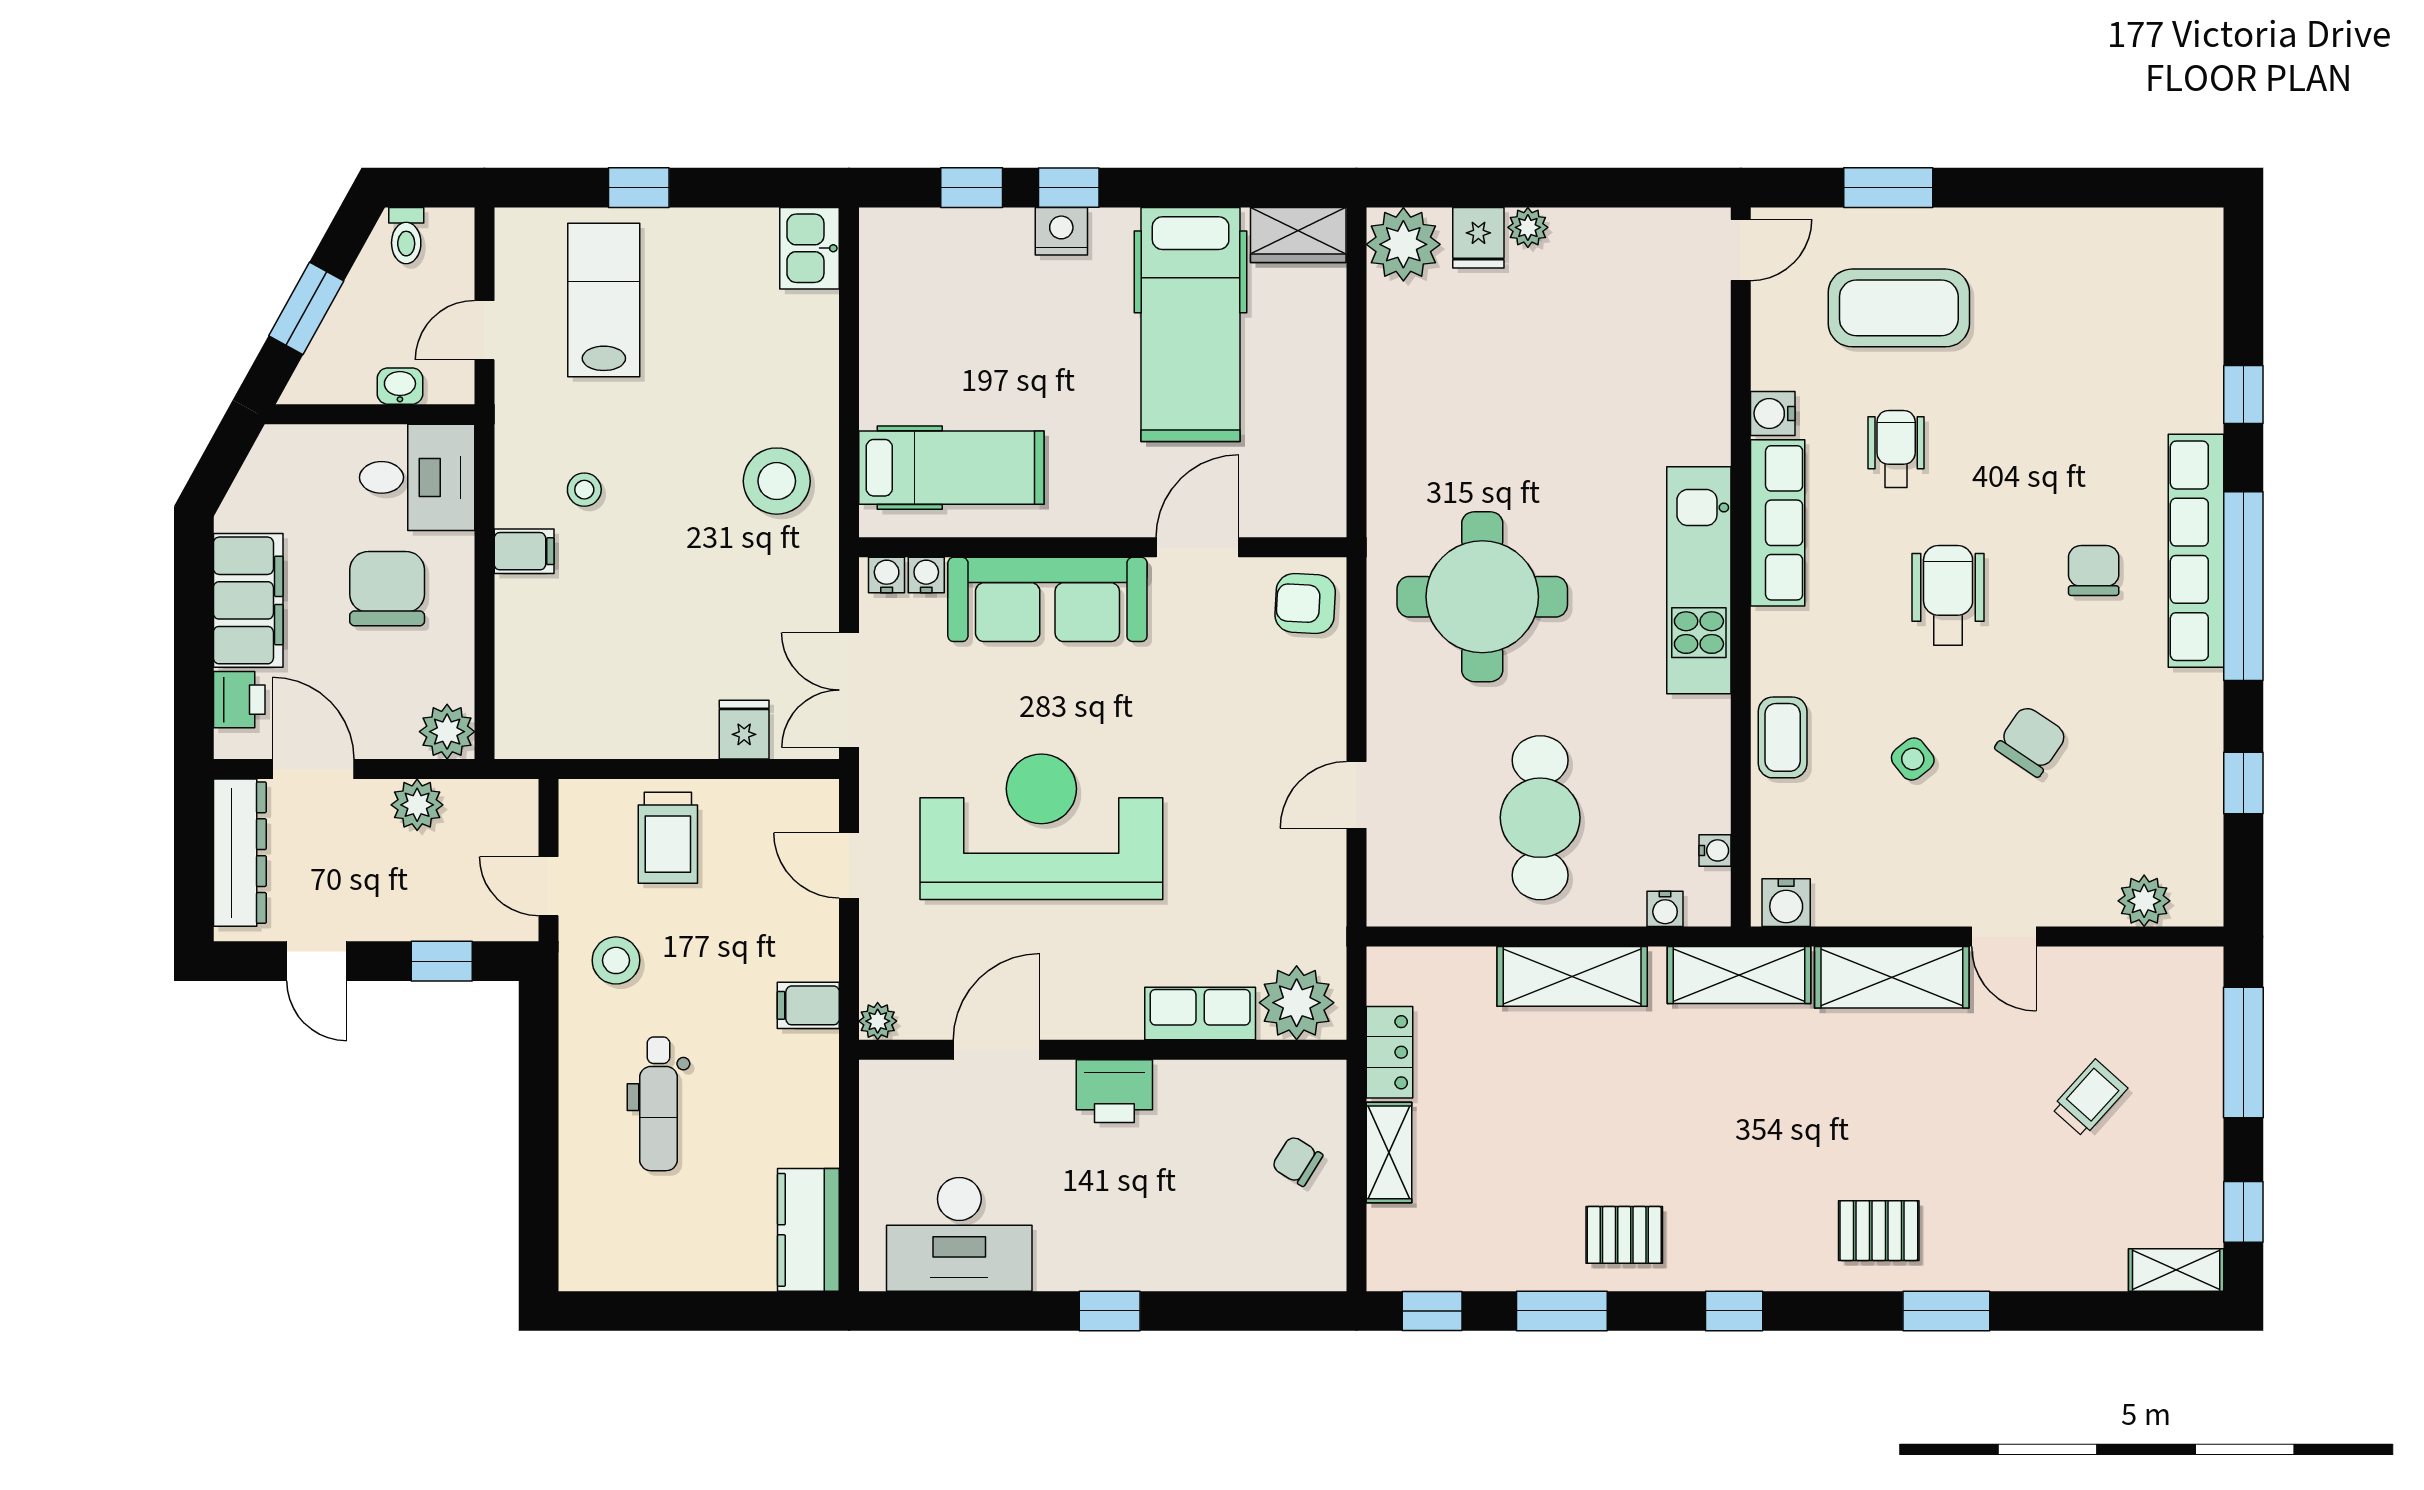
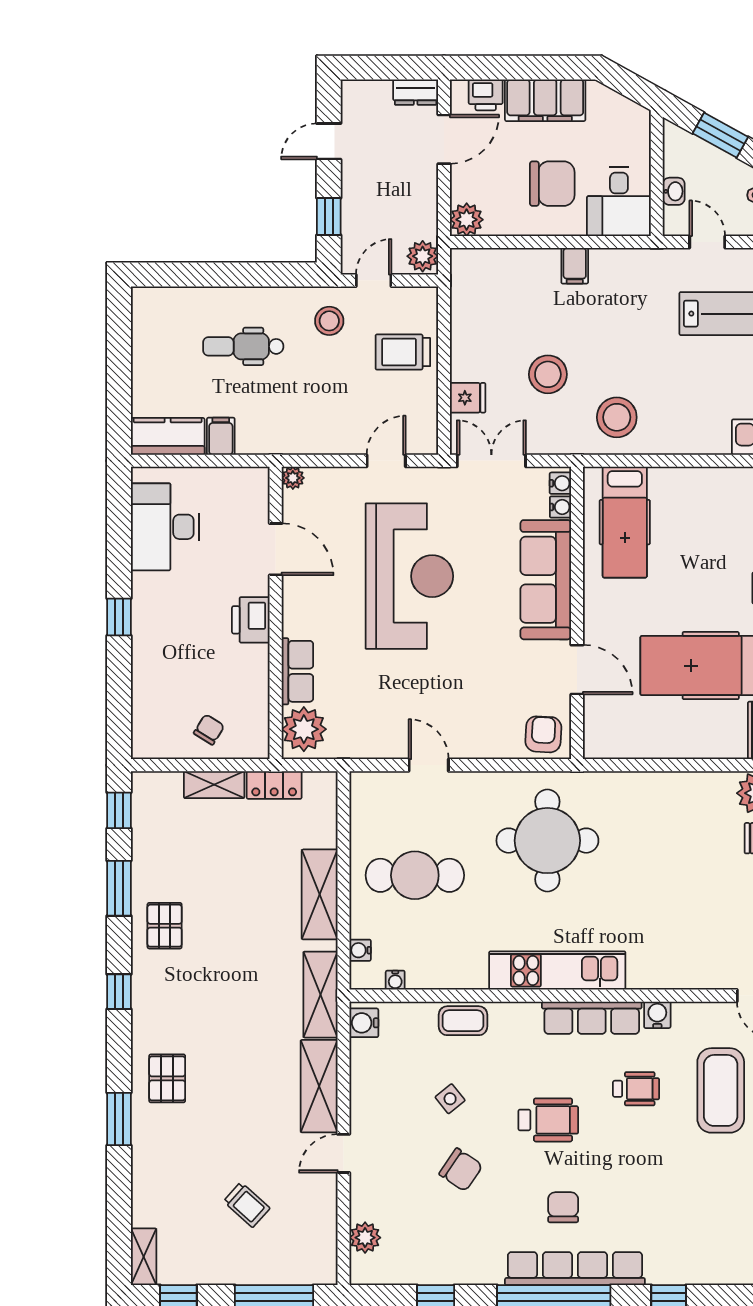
stool: (584, 490) -> (548, 374), moved, width x1.89, depth x1.89
chair: (2094, 571) -> (563, 1207), turned -90
plant: (417, 805) -> (423, 256), moved
dresser: (240, 853) -> (416, 92), width x0.51, depth x0.80
filing cabinet: (808, 1005) -> (221, 436), moved

